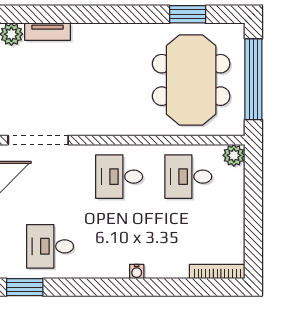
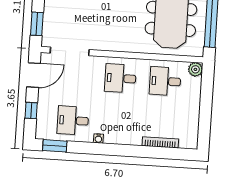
water cooler: (137, 271) -> (98, 138), moved
bookcase: (217, 272) -> (160, 142), moved

